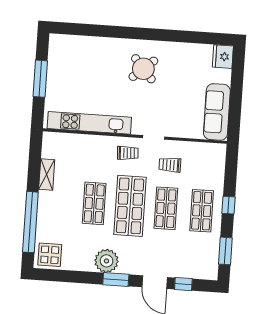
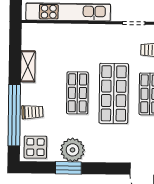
trolley: (128, 153) -> (32, 112), moved
plant: (107, 261) -> (73, 150), moved
window: (116, 279) -> (68, 168), moved

